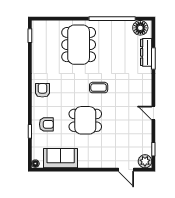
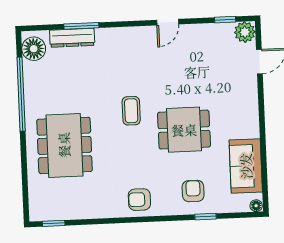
dining table: (79, 45) -> (64, 145), turned 90
dining table: (85, 120) -> (184, 130), turned 90

